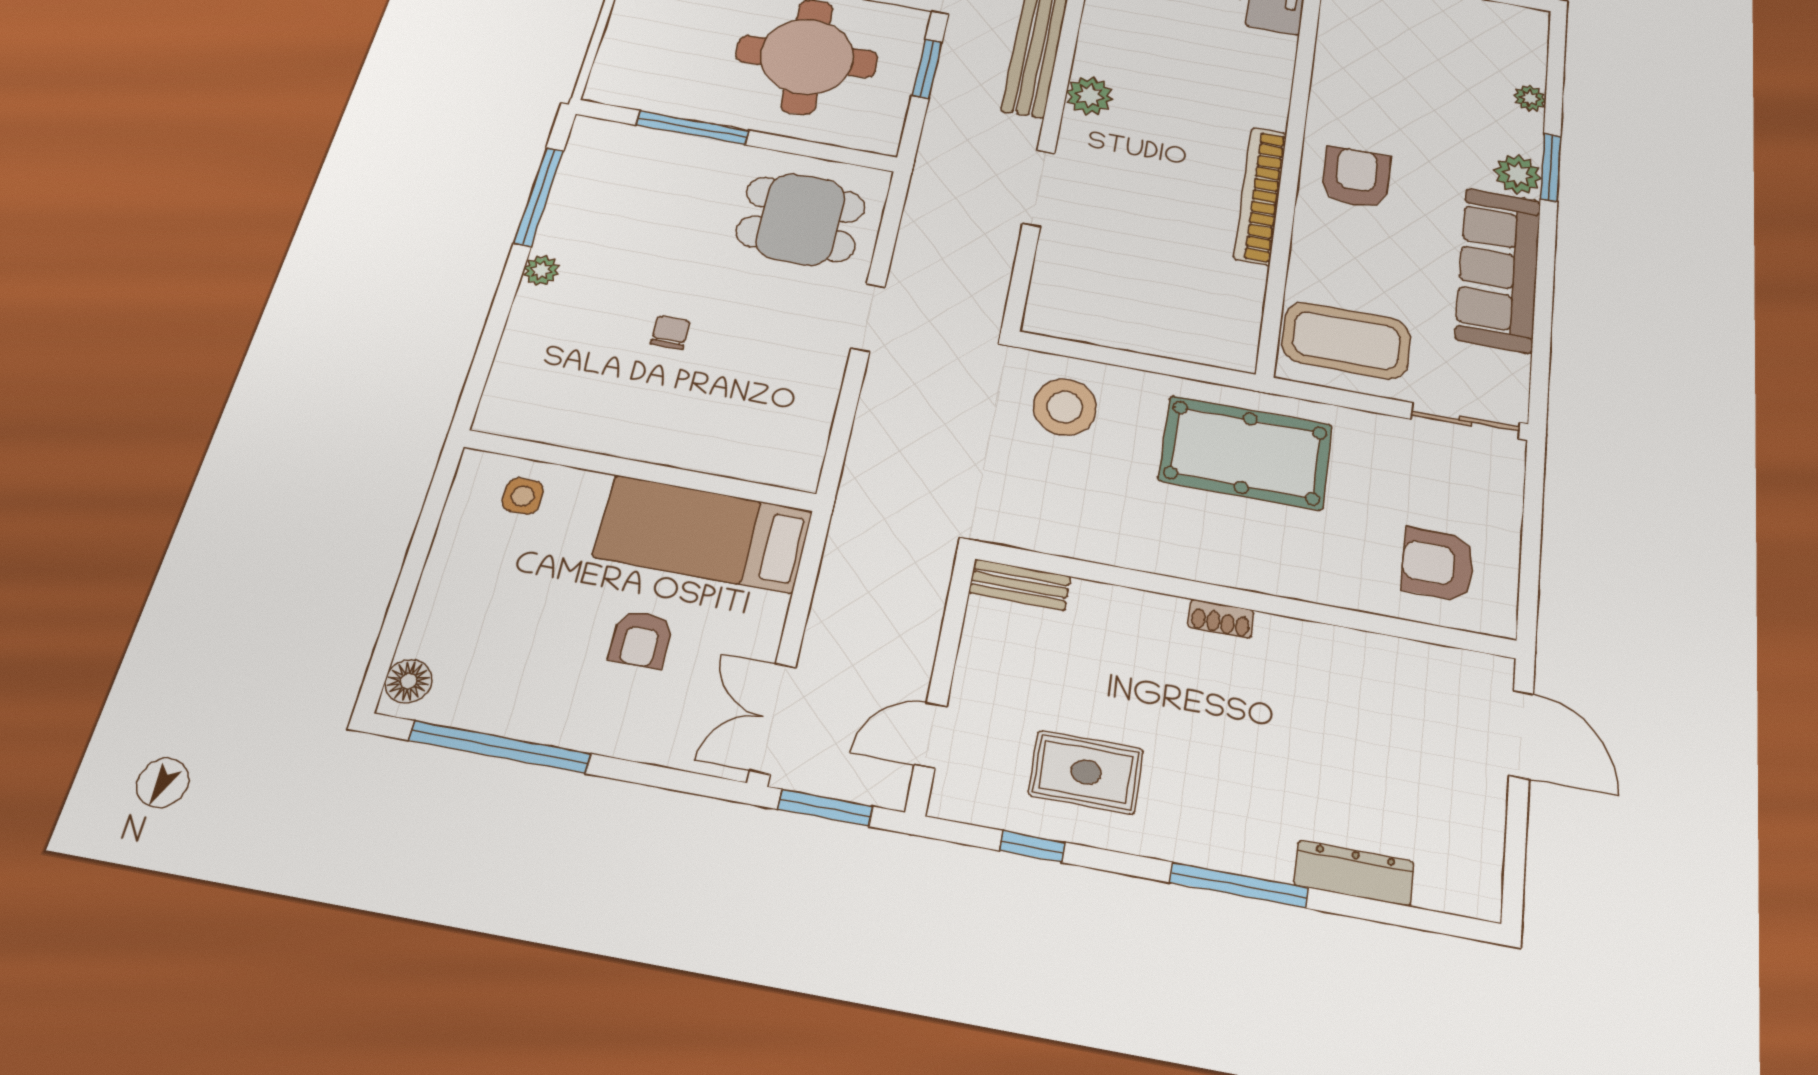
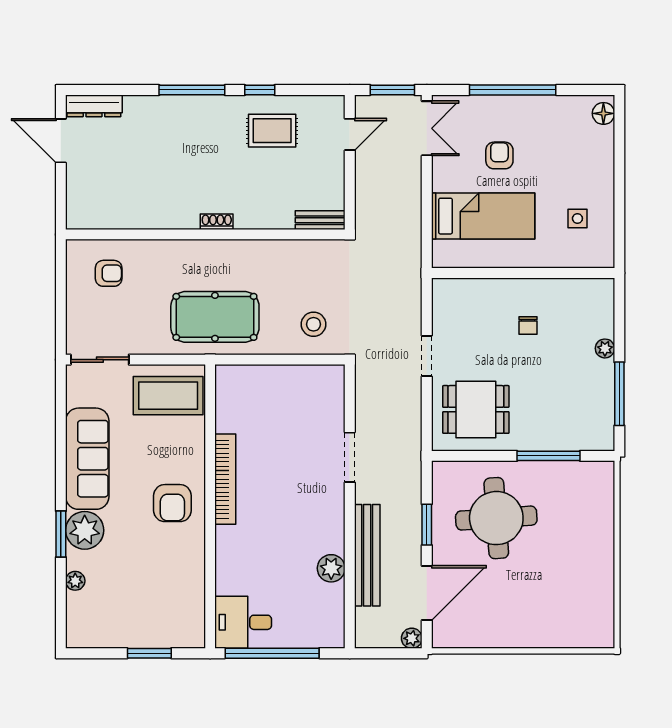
plant: (1090, 96) -> (331, 568), moved
plant: (1518, 174) -> (85, 530), width x1.36, depth x1.36
stool: (1065, 407) -> (314, 324), width x0.73, depth x0.73
wall: (640, 470) -> (523, 273), moved
armchair: (1438, 564) -> (109, 273), width x0.72, depth x0.72
door: (1521, 734) -> (61, 141), moved
window: (500, 747) -> (513, 90), moved
window: (1032, 847) -> (260, 90), moved
dresser: (1354, 873) -> (94, 106), moved

